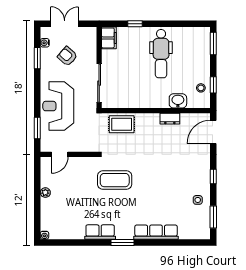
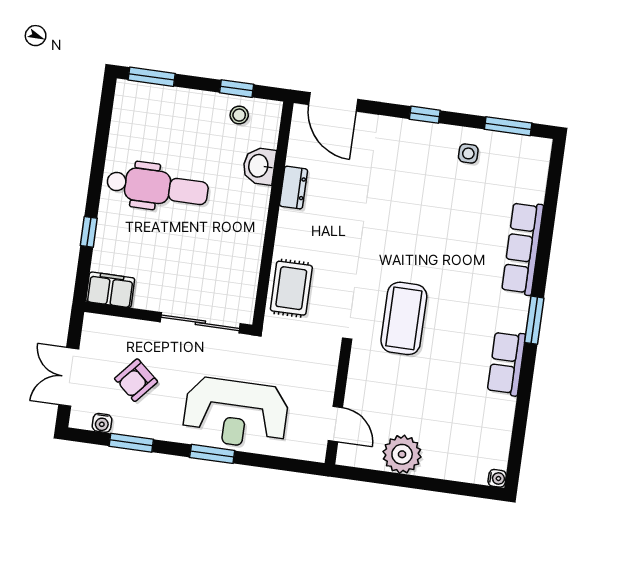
window: (37, 128) -> (212, 454), moved
plant: (45, 193) -> (402, 454), width x1.88, depth x1.88

